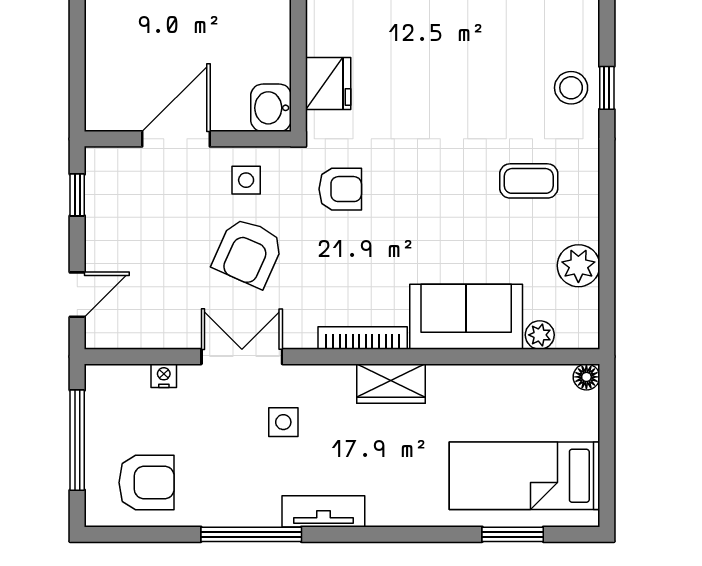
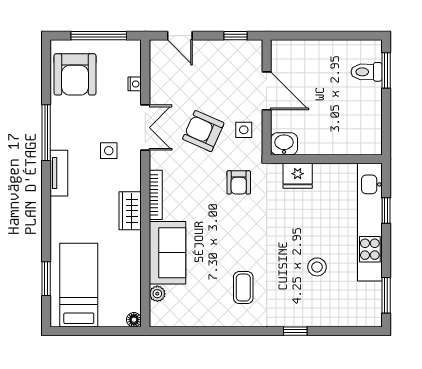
stool: (571, 88) -> (317, 267), moved
plant: (578, 266) -> (196, 315), removed
armchair: (147, 483) -> (75, 74), width x1.36, depth x1.36

